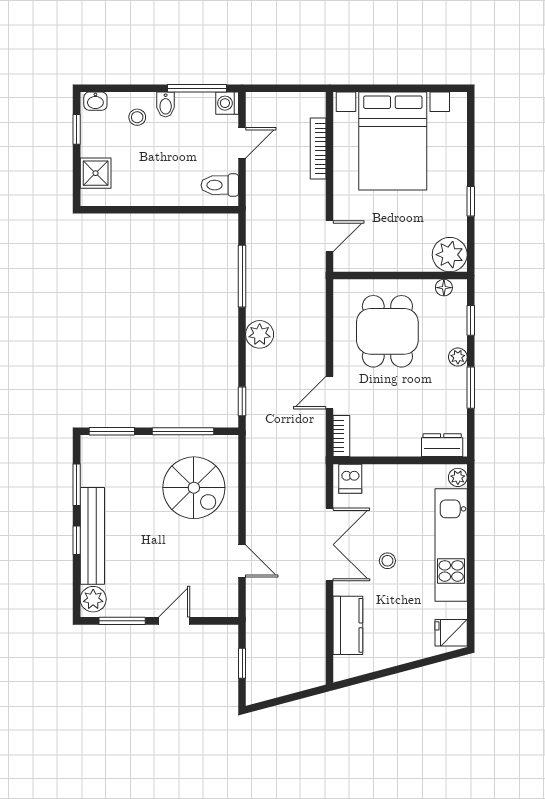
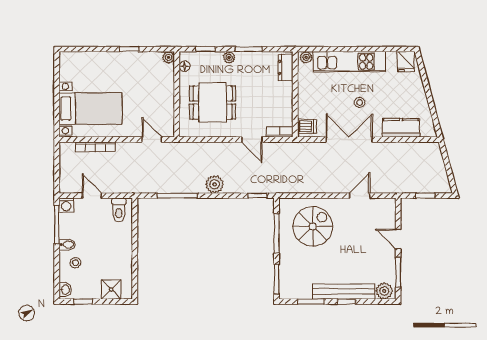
bed with nightstands: (393, 141) -> (91, 109), width x0.73
plant: (450, 255) -> (169, 57), width x0.53, depth x0.53

